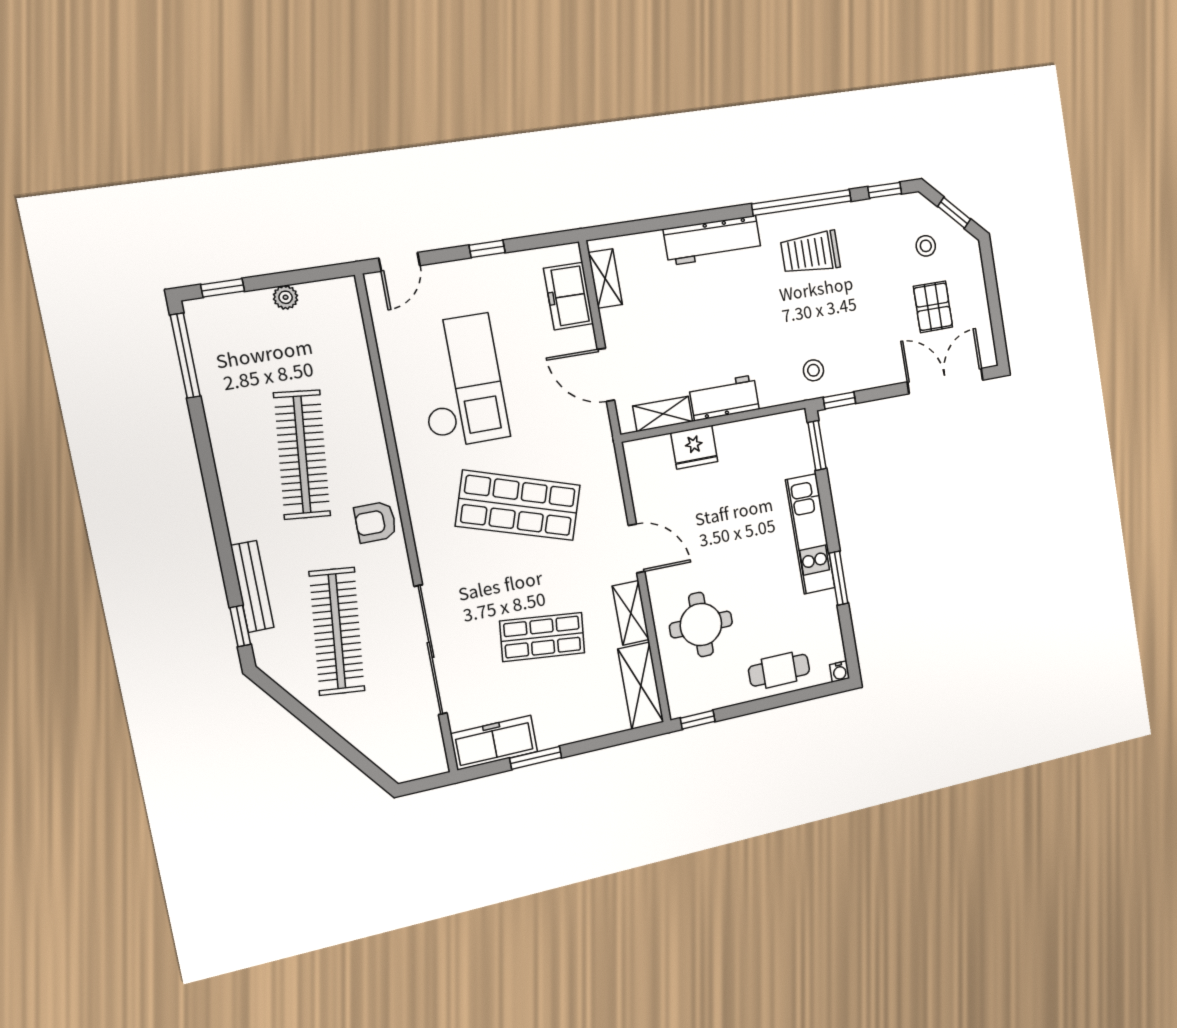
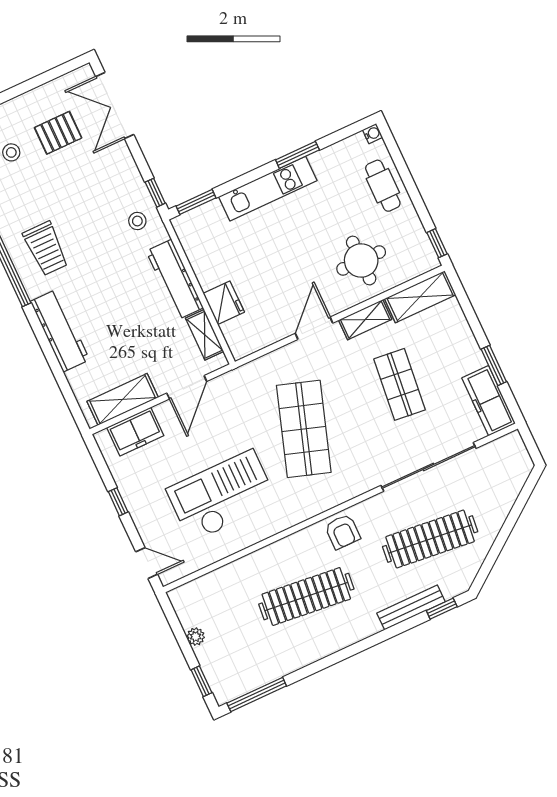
shelving: (605, 279) -> (123, 399), width x1.50, depth x1.33
workbench: (724, 398) -> (175, 279), width x1.38

